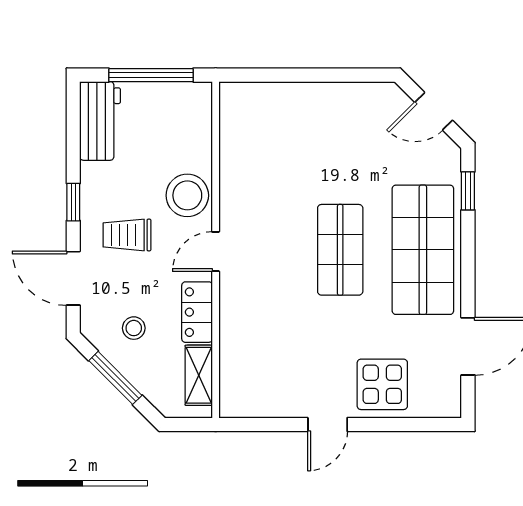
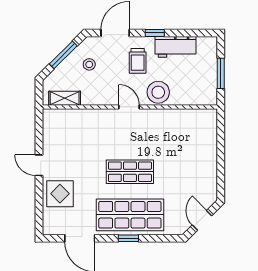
window: (151, 75) -> (221, 73), width x0.69
workbench: (100, 121) -> (176, 47), moved
window: (468, 191) -> (128, 238), moved
trolley: (127, 235) -> (138, 61), turned 180
locker: (197, 312) -> (98, 97), removed

